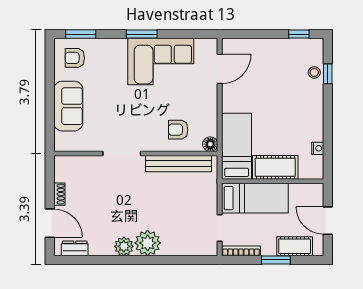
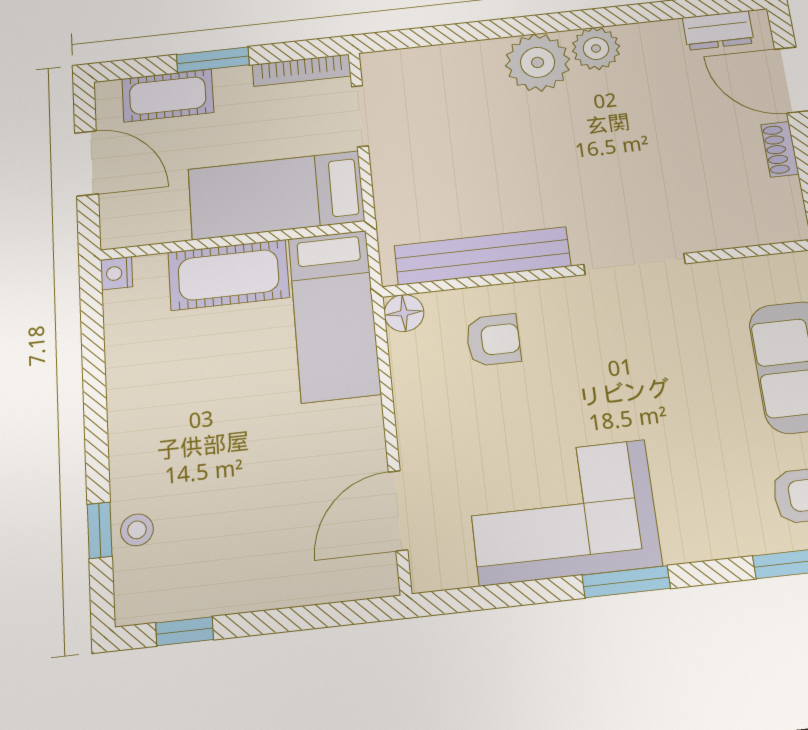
nightstand: (318, 148) -> (117, 273), moved

